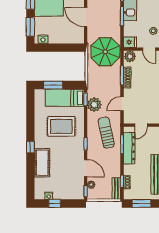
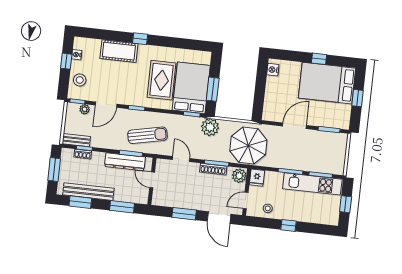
window: (30, 27) -> (290, 56), removed
window: (53, 85) -> (213, 89), moved
bed: (65, 98) -> (191, 88), width x1.50
plant: (94, 105) -> (210, 127), moved
stool: (68, 191) -> (80, 80), added

